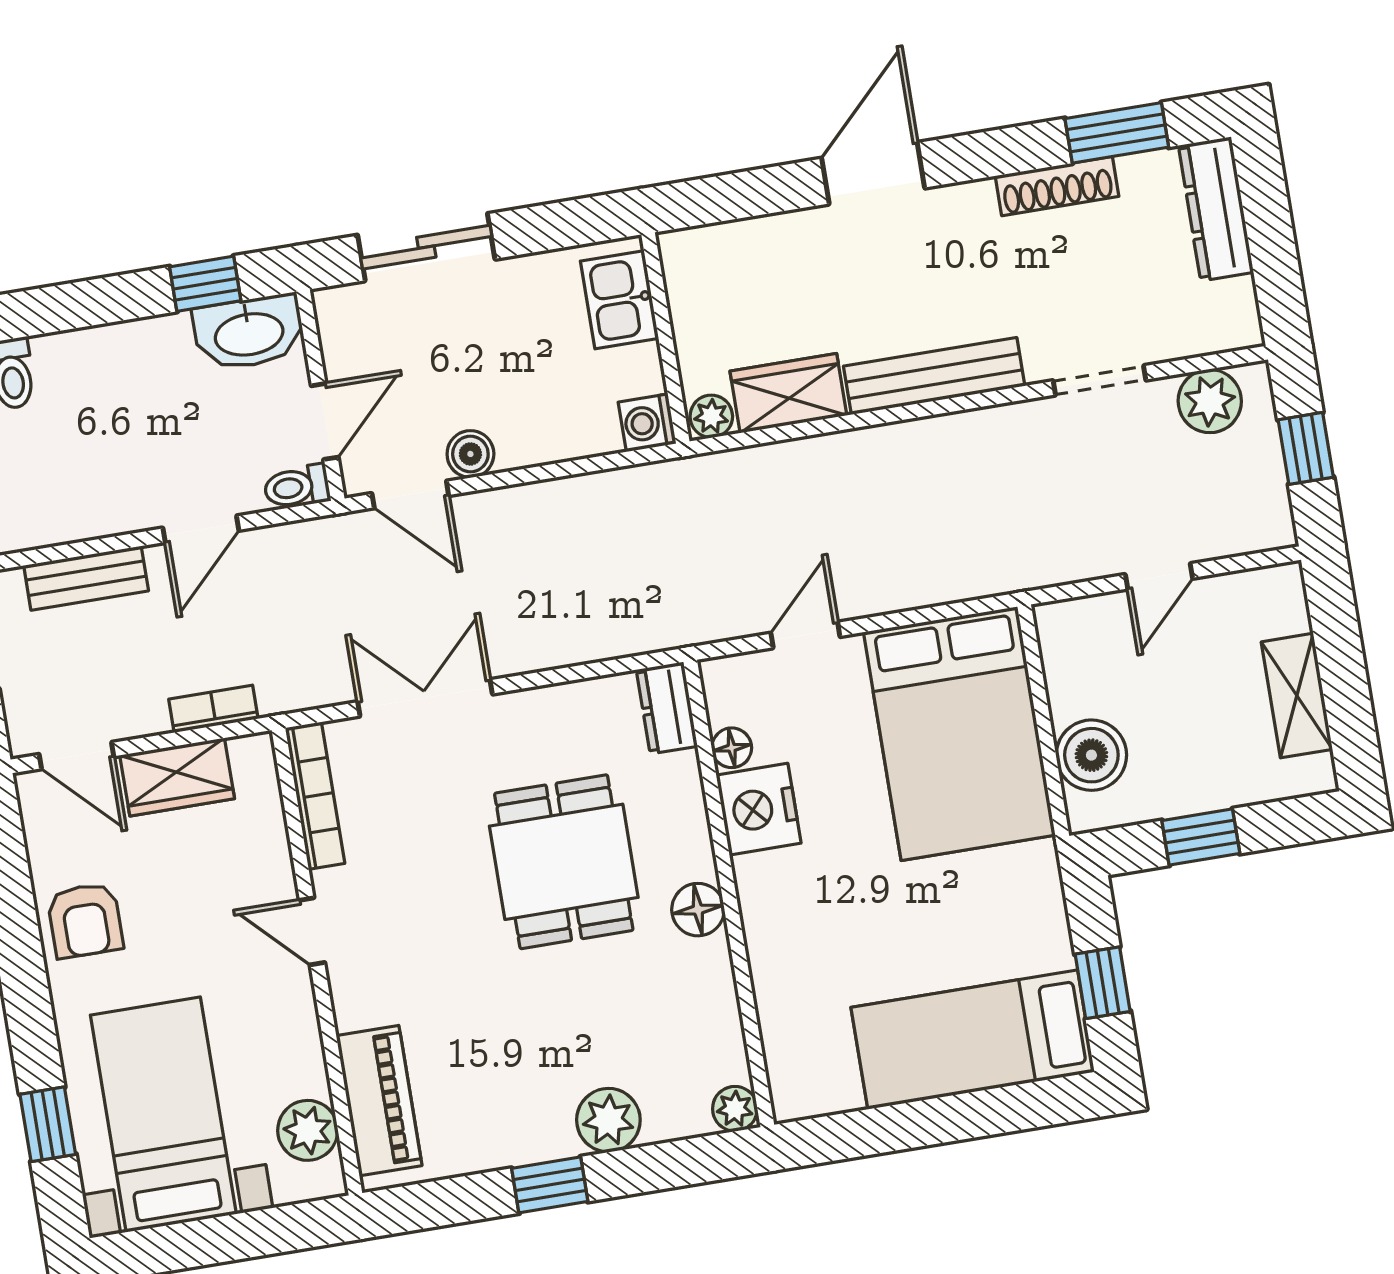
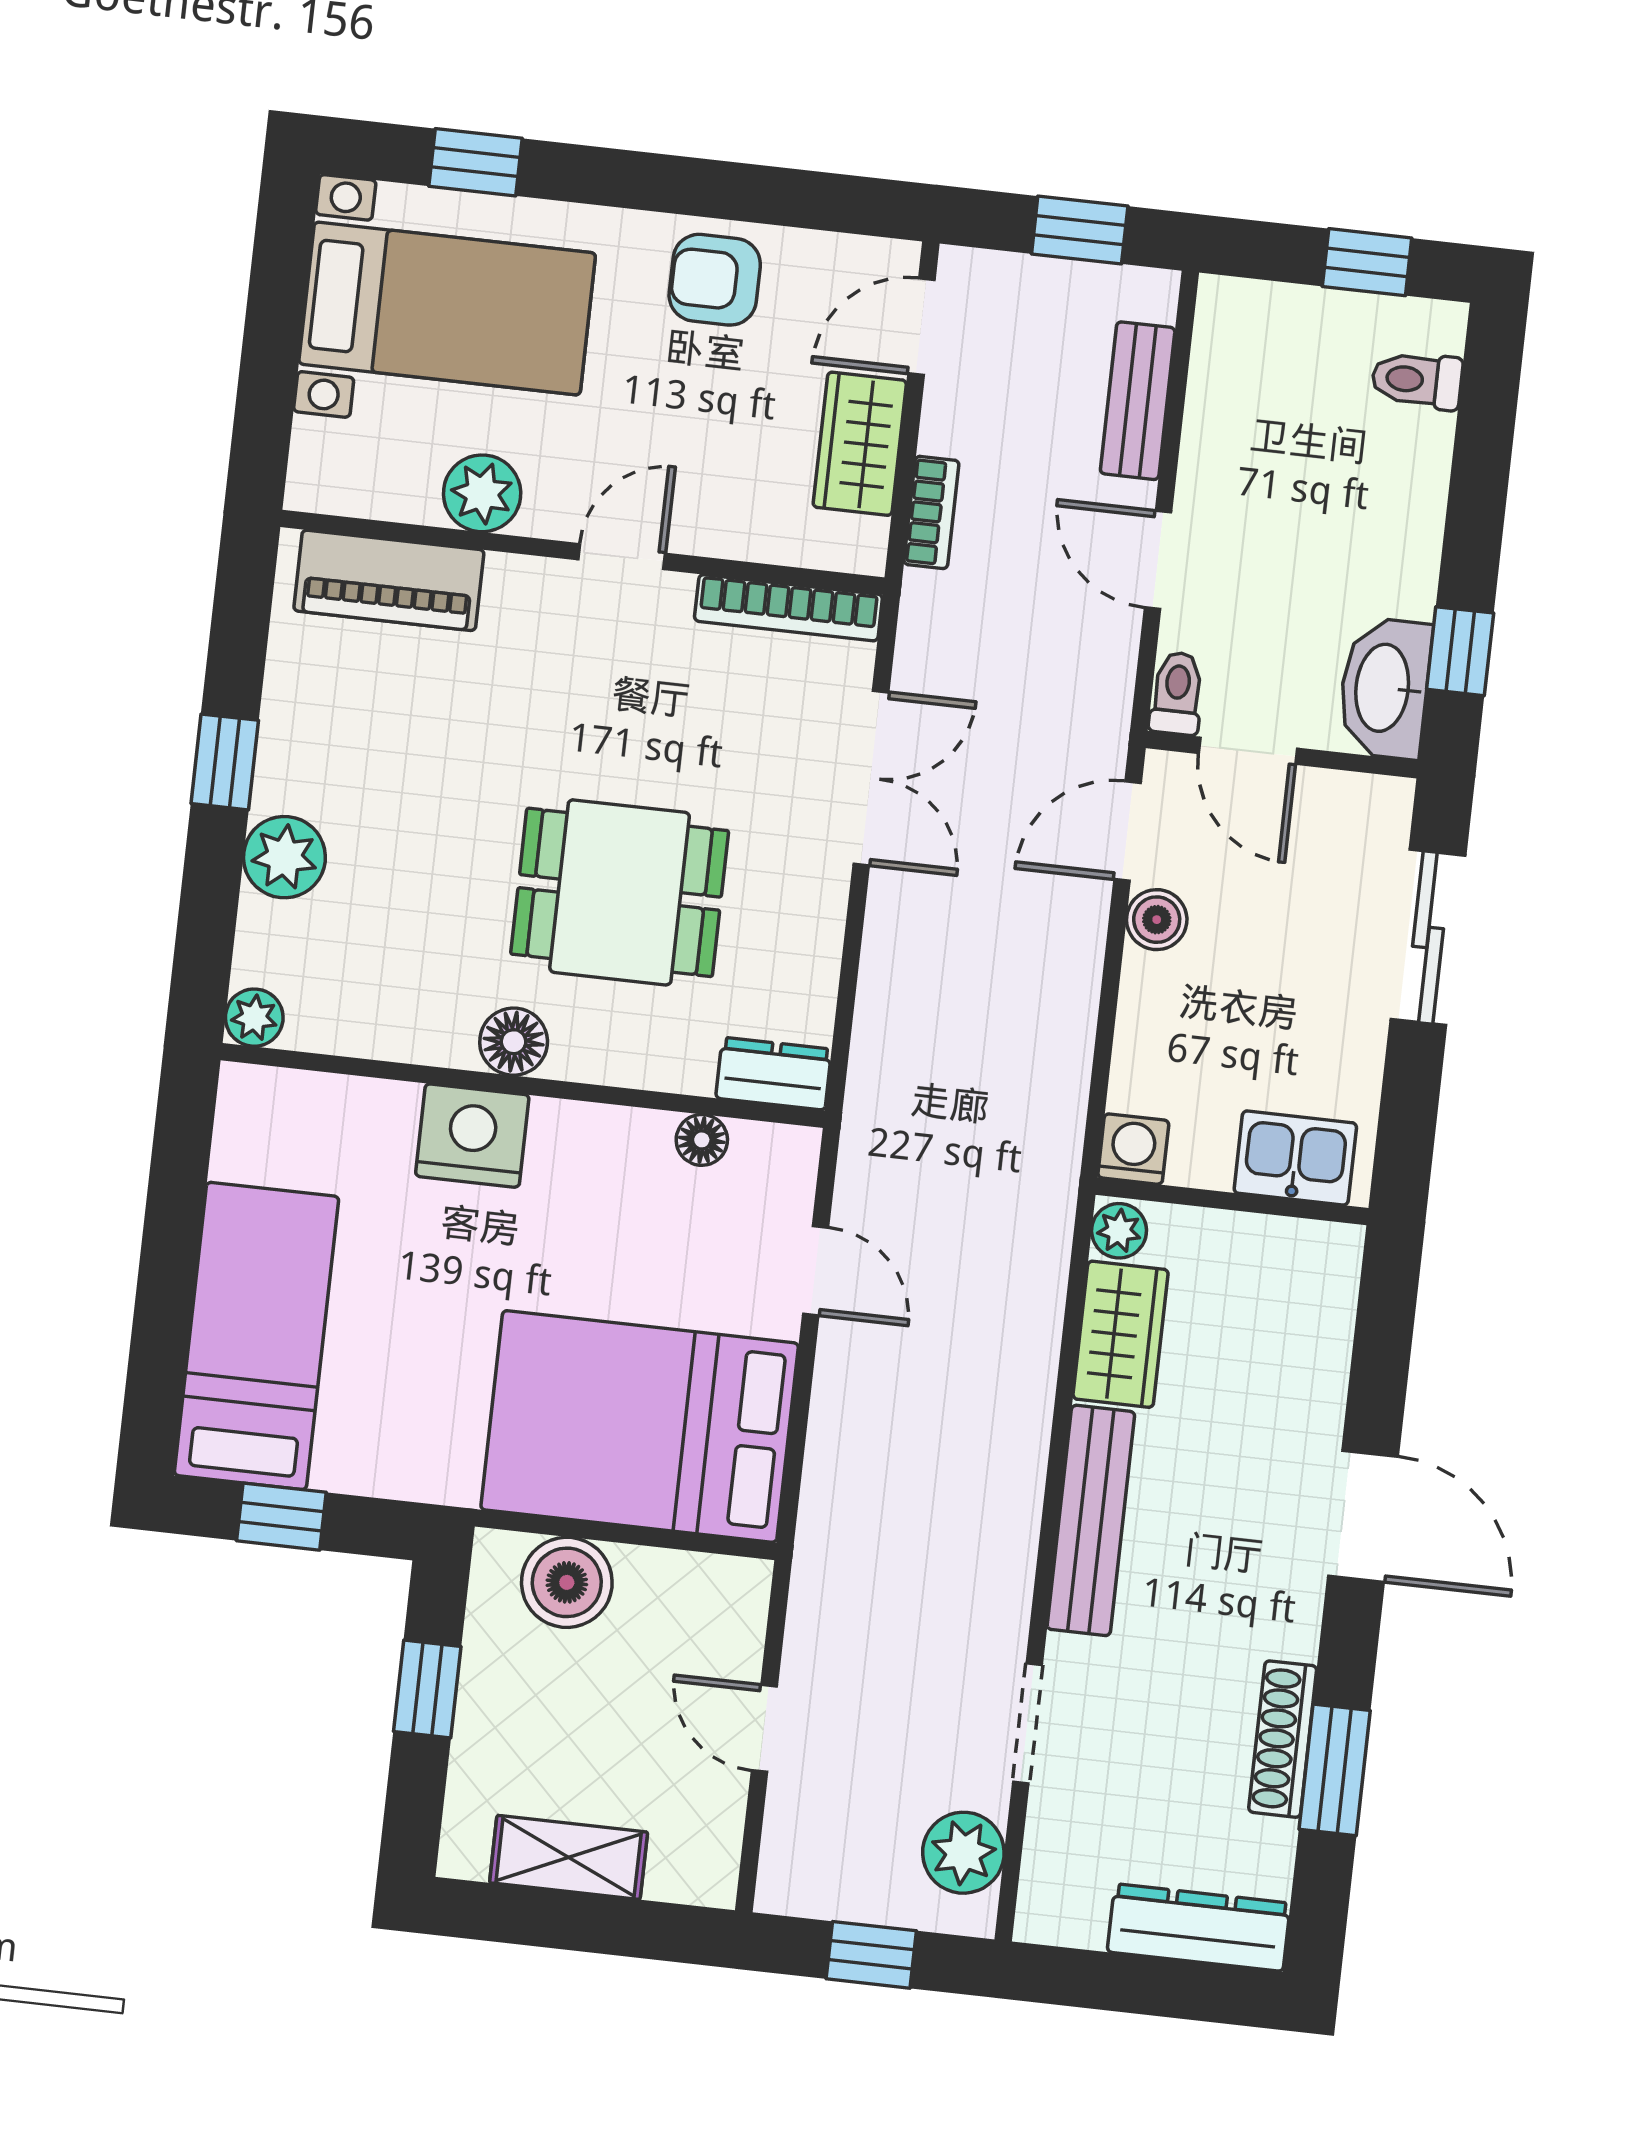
window: (1117, 133) -> (1335, 1770), moved
nightstand: (759, 809) -> (472, 1136), moved
plant: (308, 1130) -> (482, 493), moved

